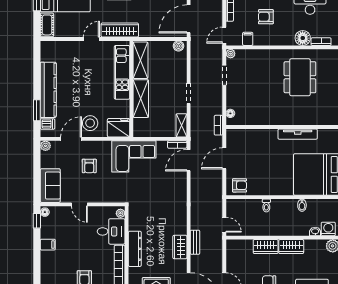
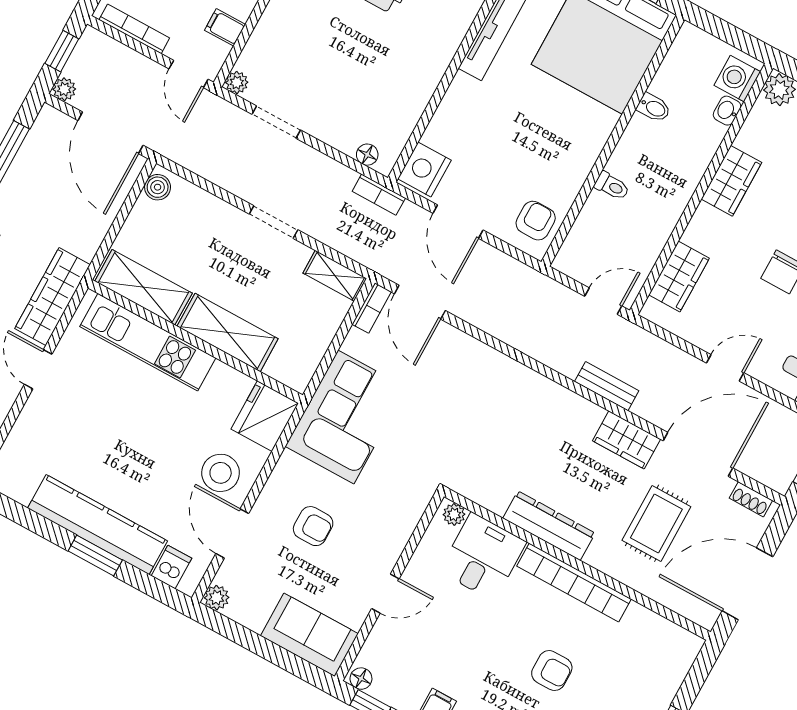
window: (37, 110) -> (95, 556), moved
nightstand: (236, 136) -> (424, 170), added
wardrobe: (180, 247) -> (627, 440), moved
wardrobe: (266, 247) -> (679, 277), moved

